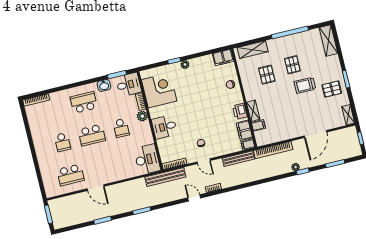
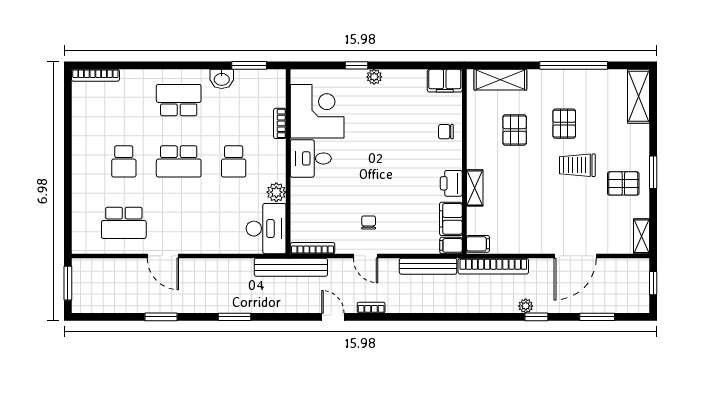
desk: (129, 85) -> (266, 88), removed
plant: (142, 116) -> (276, 192), moved
filing cabinet: (258, 125) -> (478, 244), moved
desk: (164, 127) -> (311, 158), moved

